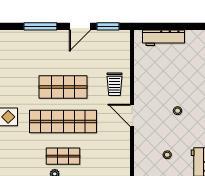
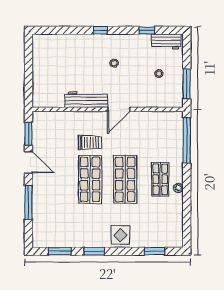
workbench: (164, 38) -> (86, 100), moved, turned -90
trolley: (114, 84) -> (90, 142), moved
shop shelf: (63, 122) -> (125, 179), width x0.71

